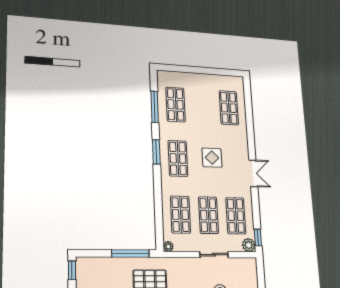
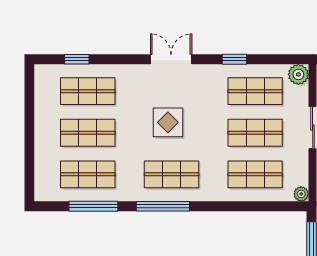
window: (248, 102) -> (77, 59), added
shop shelf: (202, 106) -> (88, 133), added
window: (156, 152) -> (163, 206), width x1.44
double door: (253, 173) -> (171, 59), moved
window: (258, 238) -> (234, 59), moved

